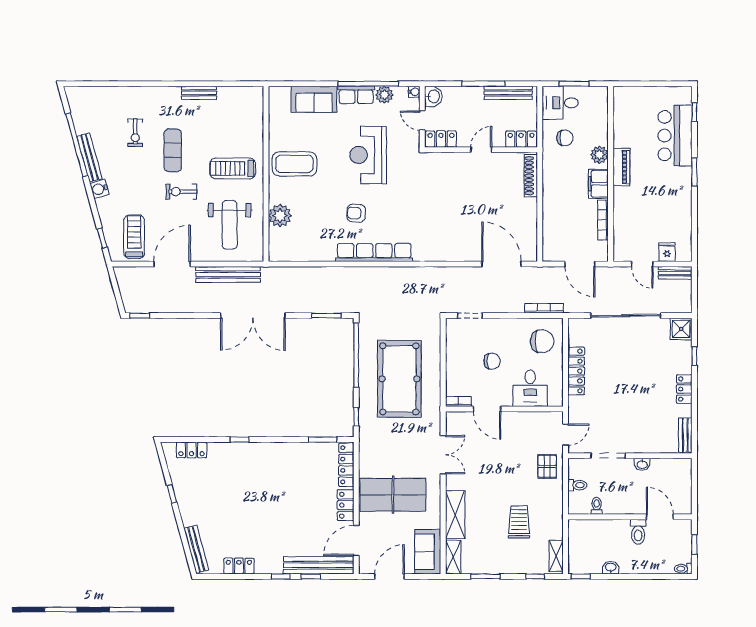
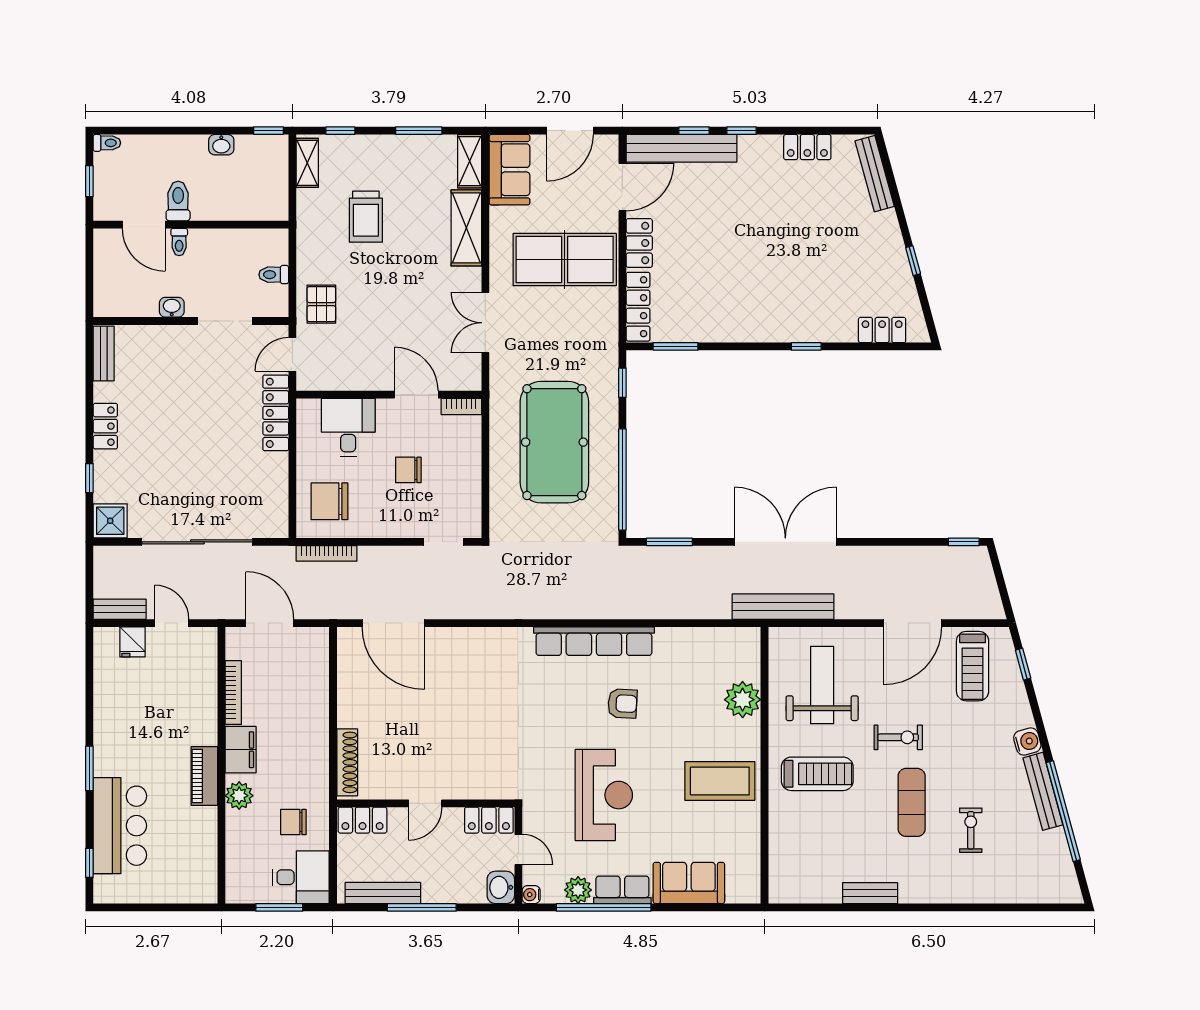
bench: (228, 275) -> (783, 607), moved
locker: (576, 371) -> (276, 413), moved
toilet: (597, 506) -> (179, 242), moved

